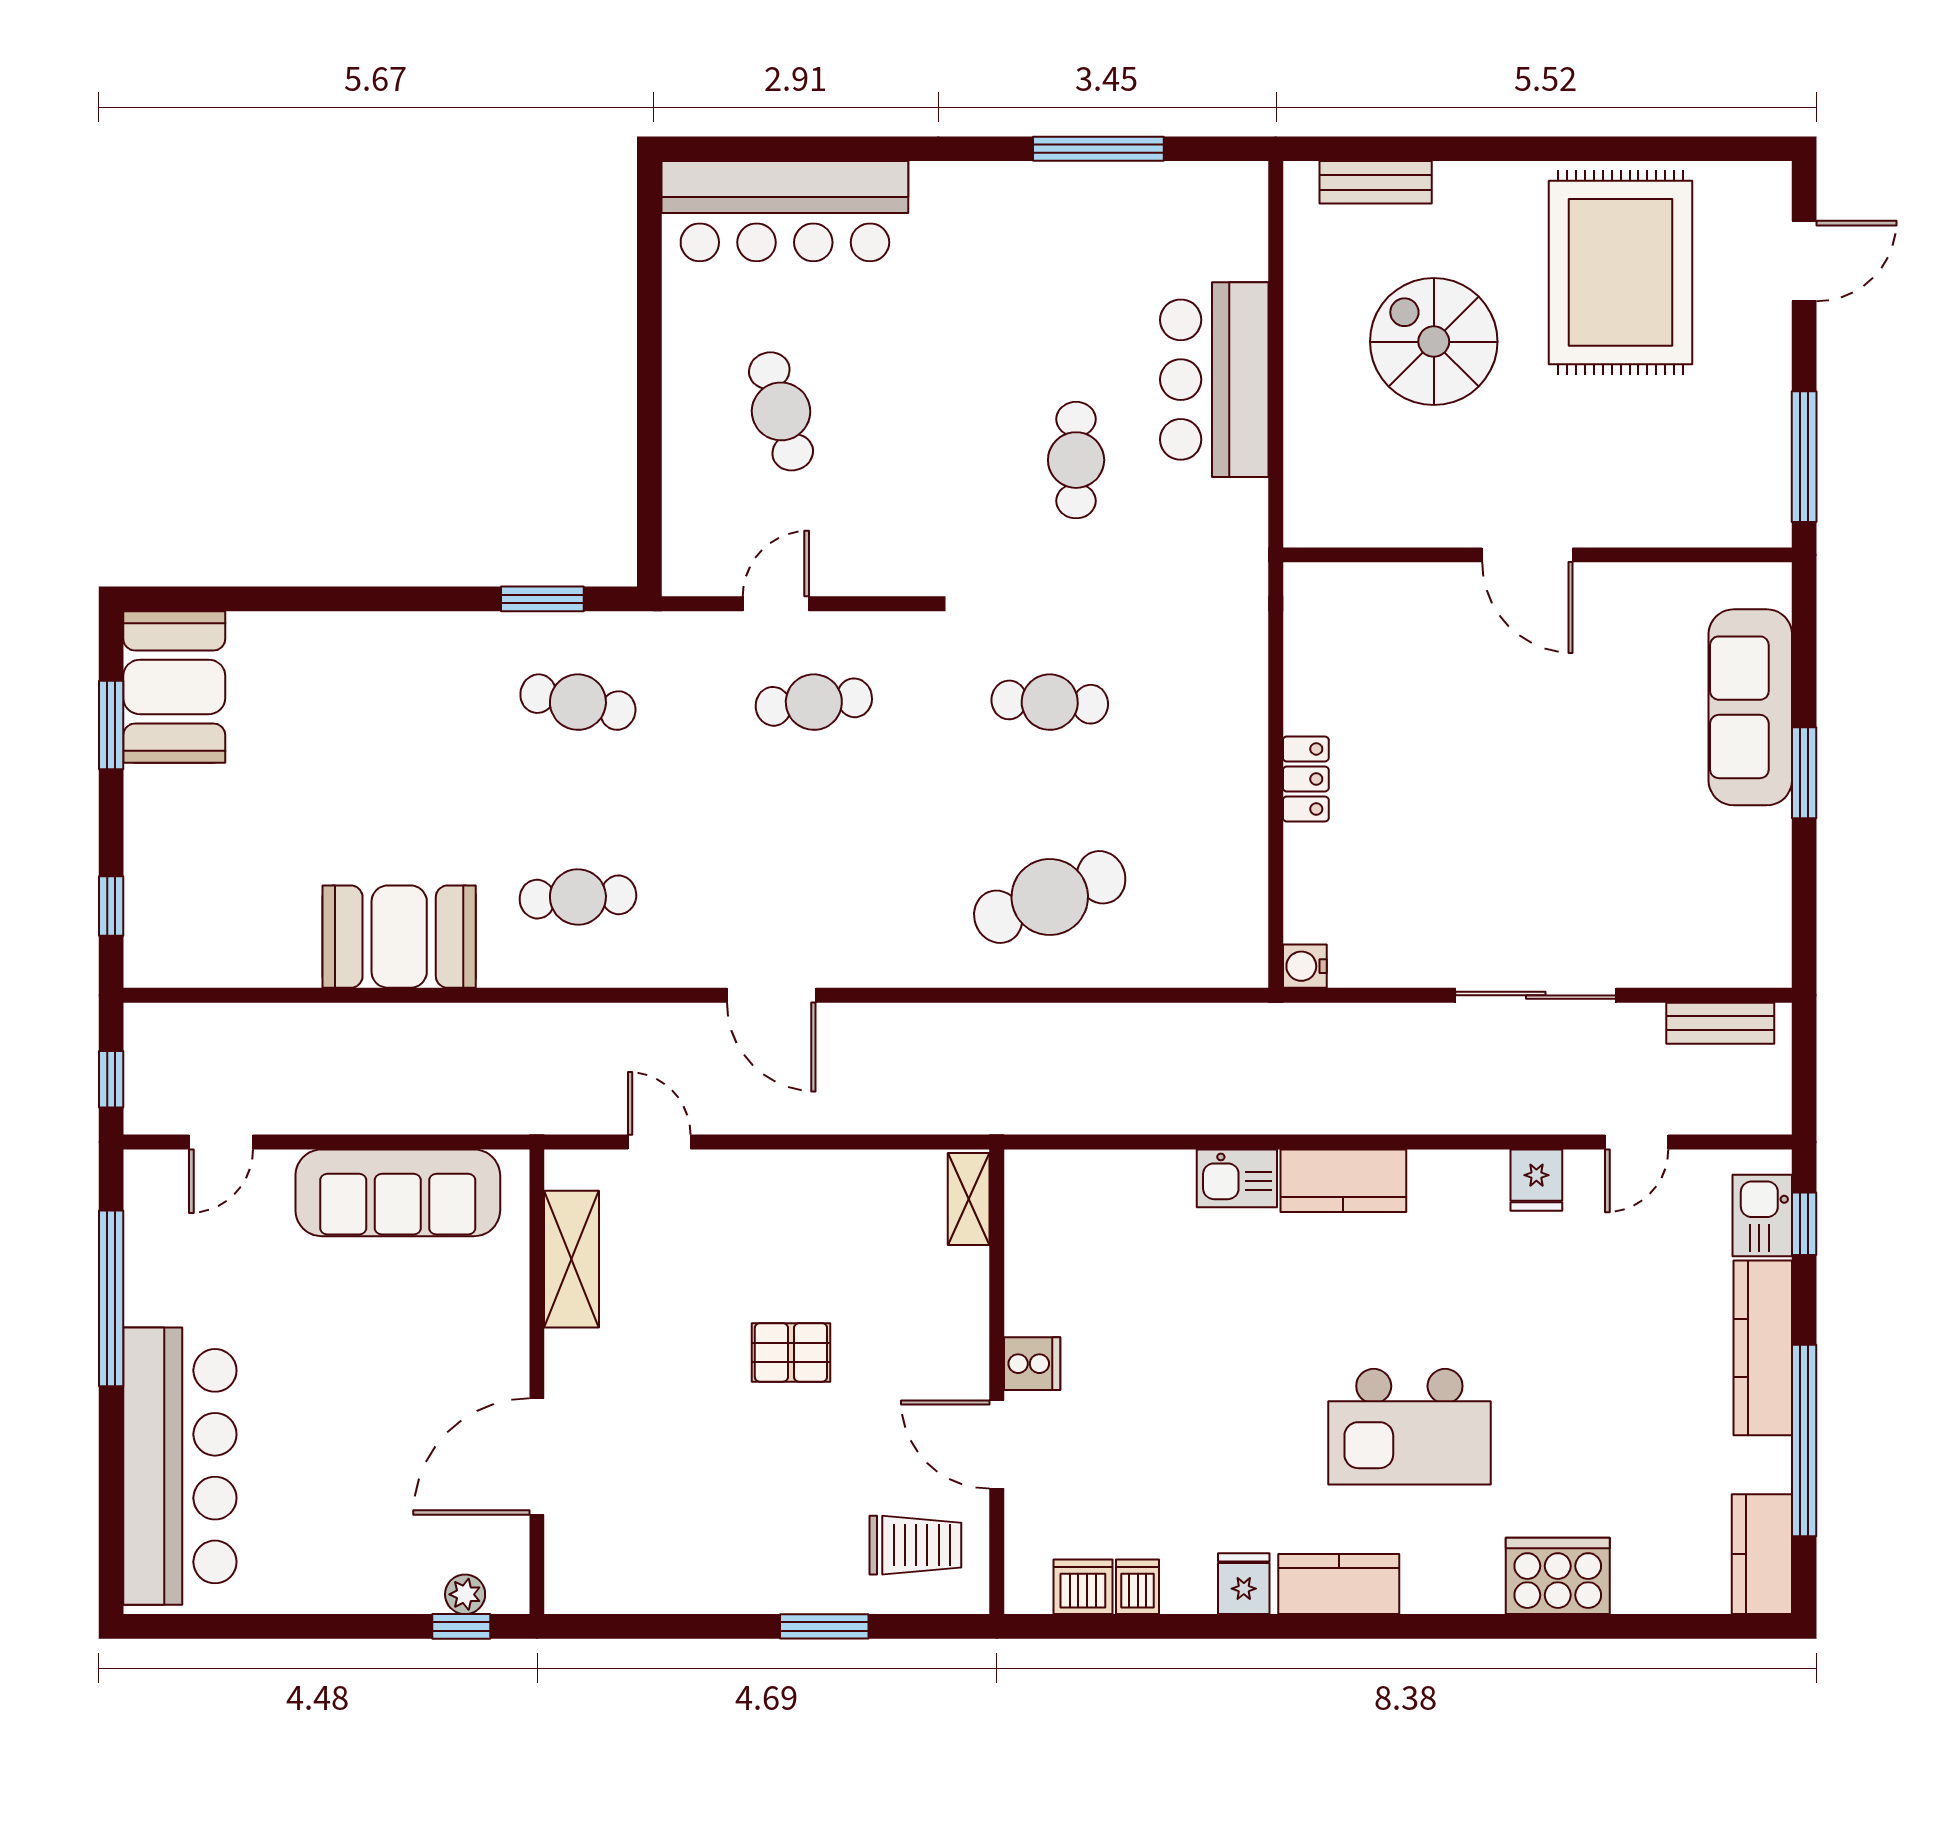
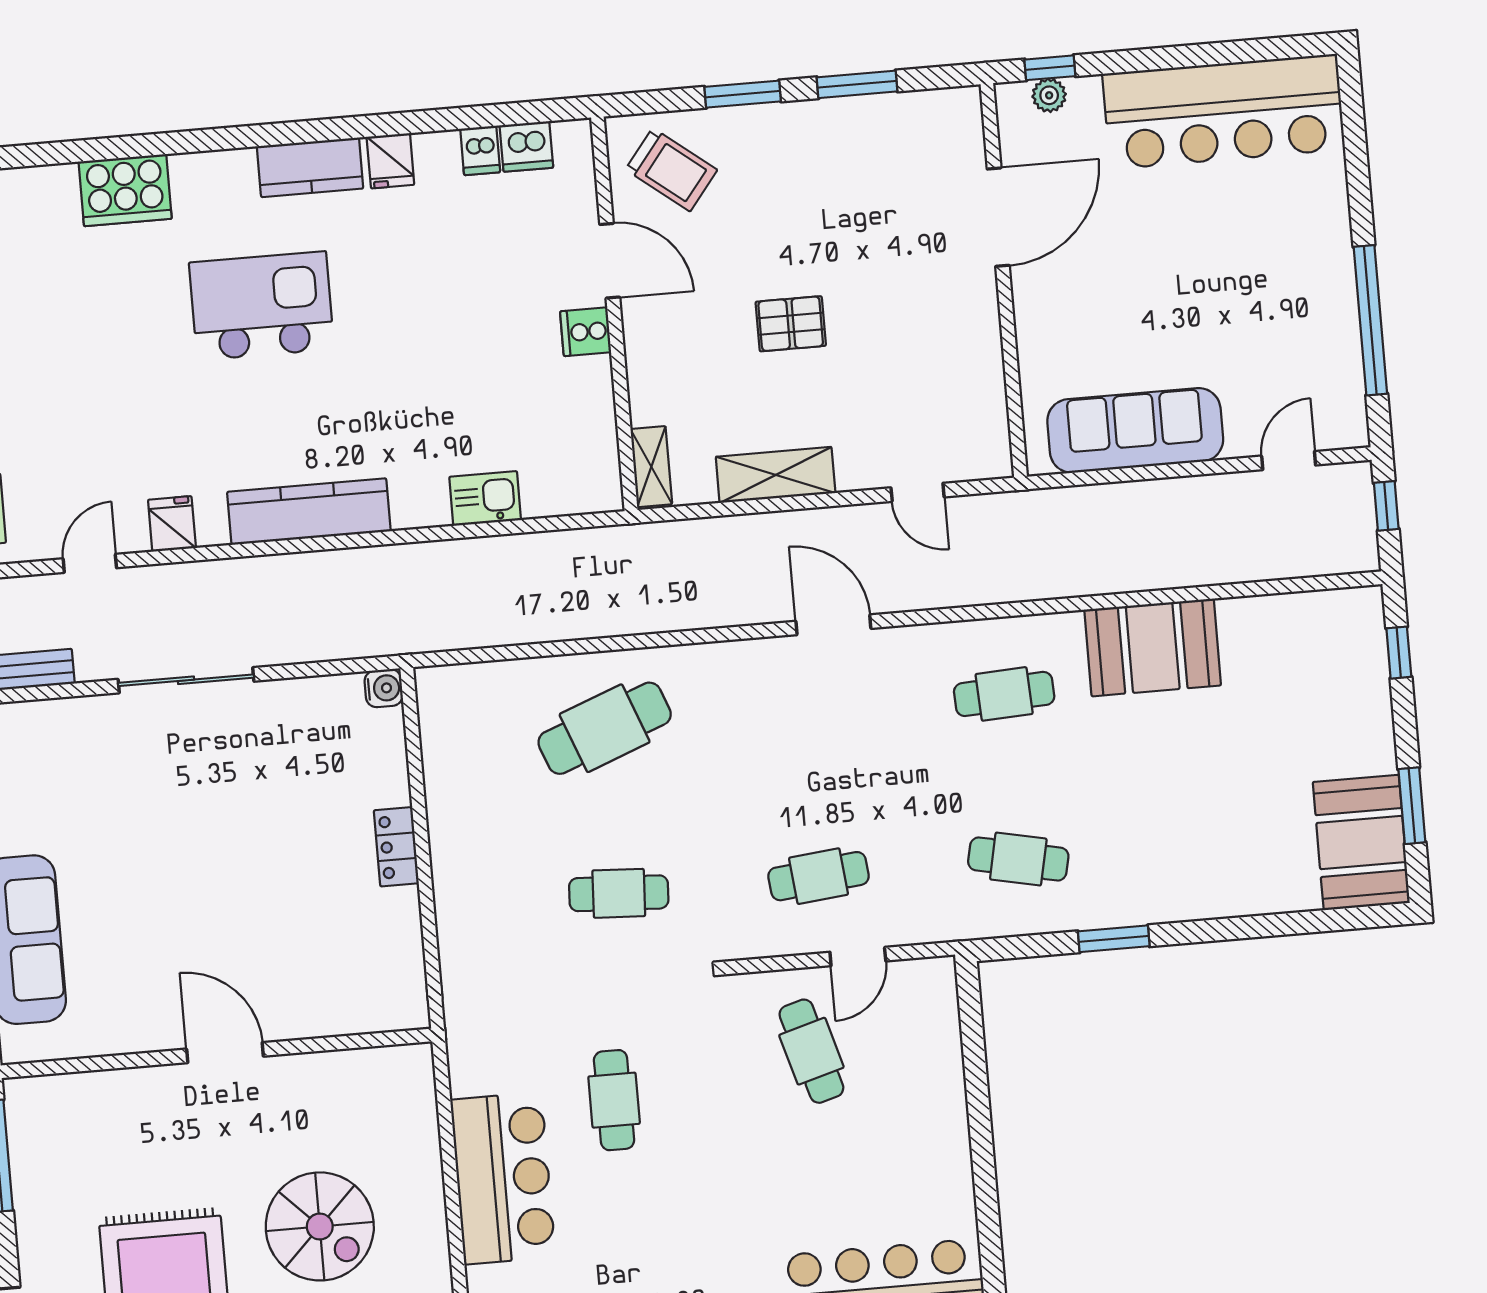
cafe table: (781, 411) -> (811, 1051), moved
window: (542, 599) -> (1114, 939), moved
kitchen sink: (1237, 1178) -> (485, 498), moved
kitchen counter: (1343, 1181) -> (309, 512), width x1.50
shelving: (572, 1259) -> (776, 475), moved, turned 90
bar counter: (180, 1466) -> (1224, 112), moved, turned -90
trolley: (915, 1545) -> (671, 170), turned -142
window: (689, 1626) -> (857, 84), added

